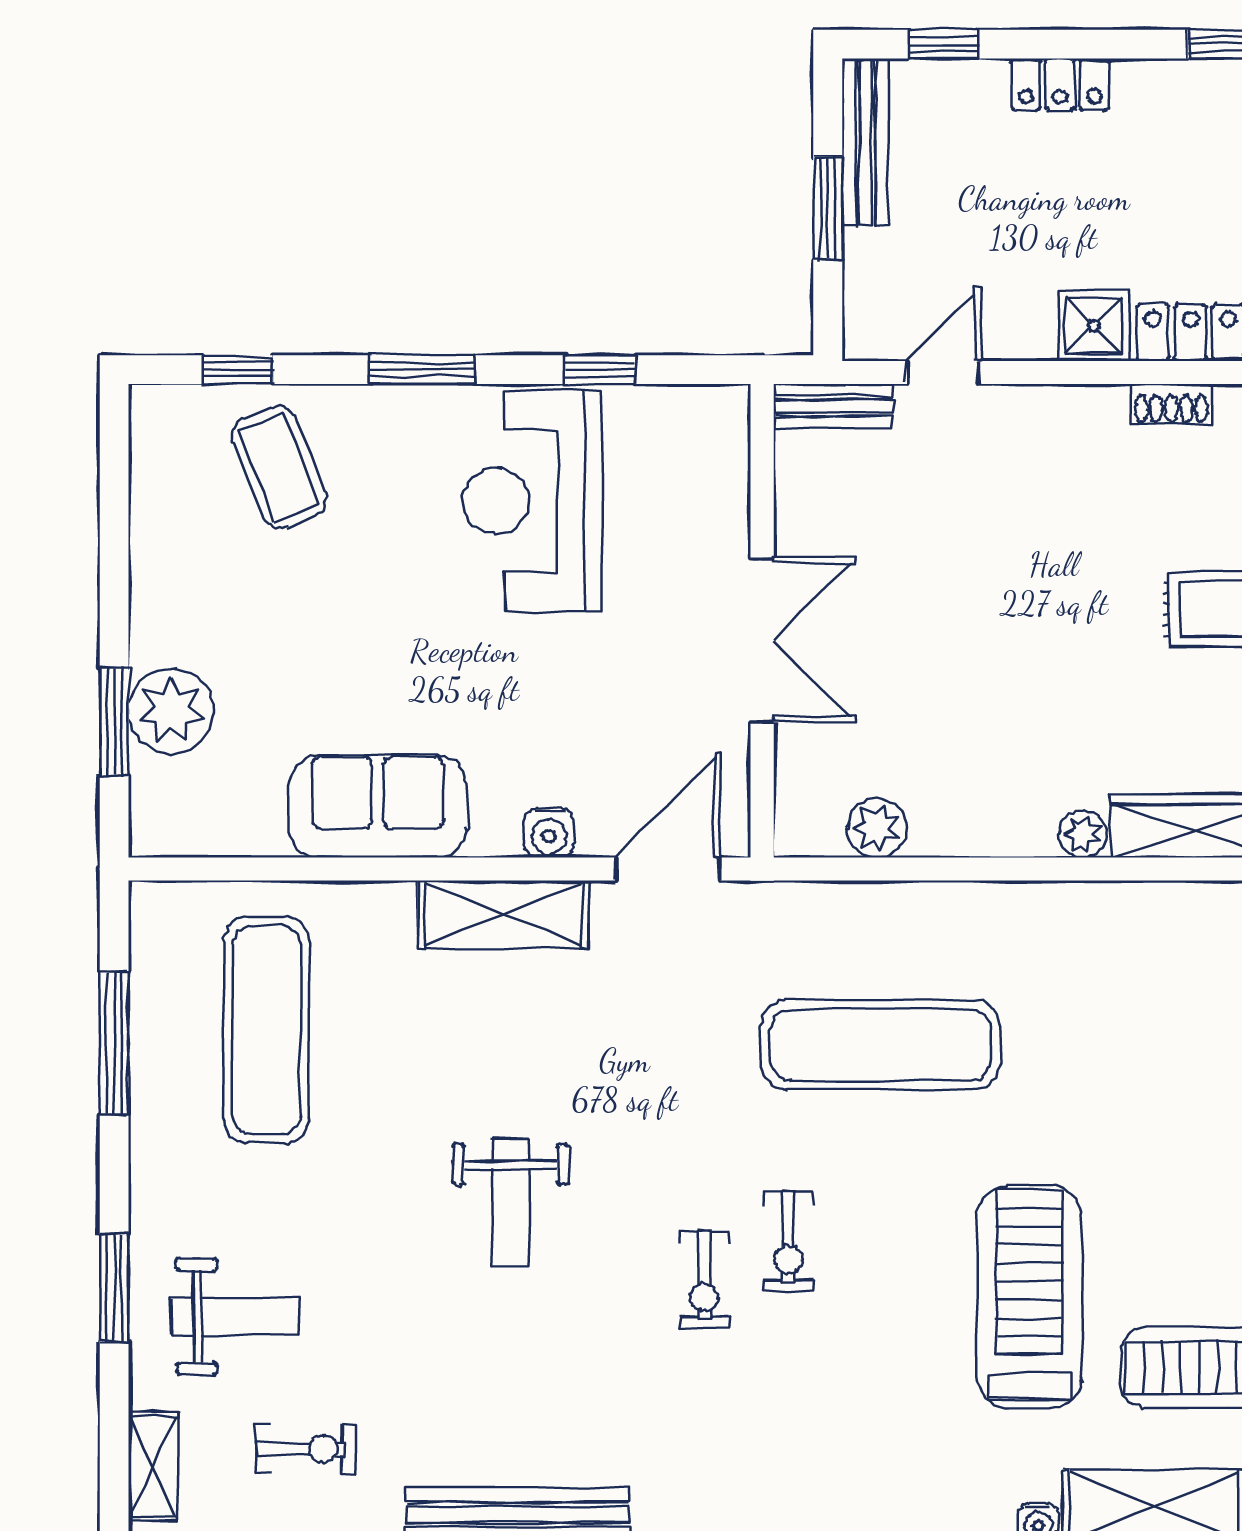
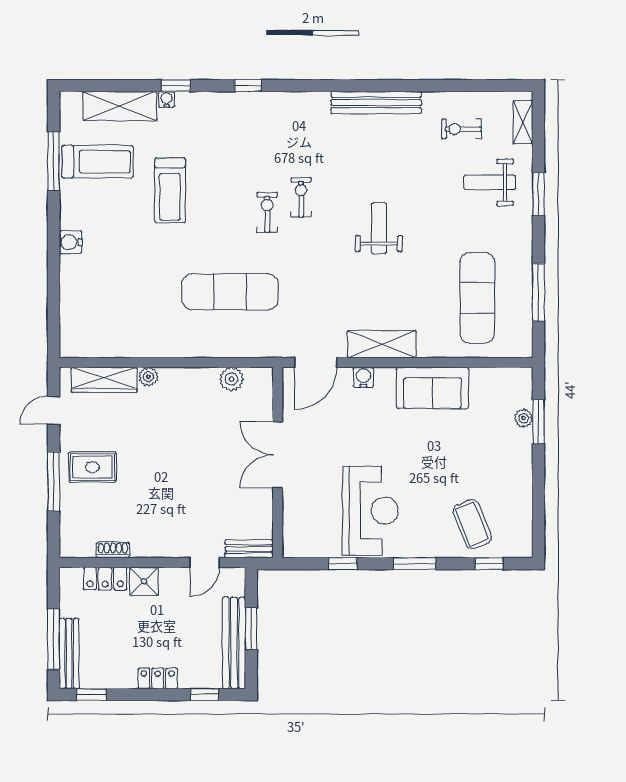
bench: (865, 142) -> (234, 643), width x1.37, depth x1.21
plant: (171, 711) -> (524, 418), width x0.53, depth x0.53
treadmill: (1029, 1297) -> (170, 190), width x0.73, depth x0.73

